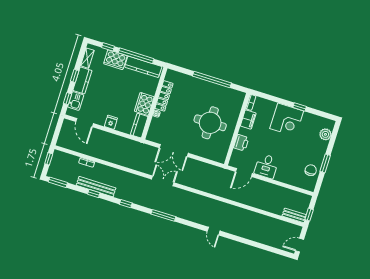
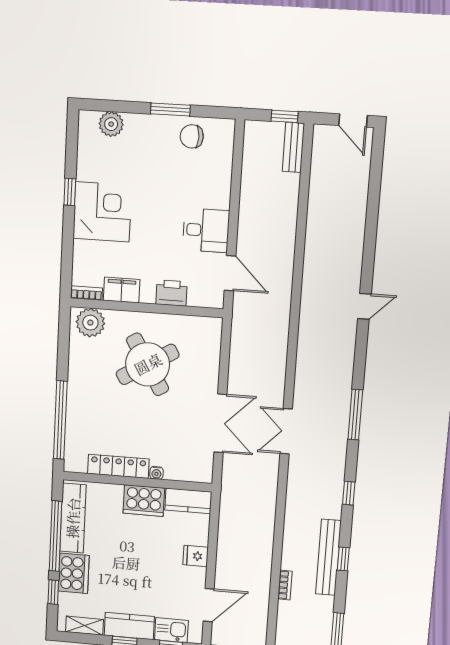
window: (212, 79) -> (60, 420), moved
plant: (236, 101) -> (90, 323), added
round table: (210, 123) -> (148, 364), turned -31

